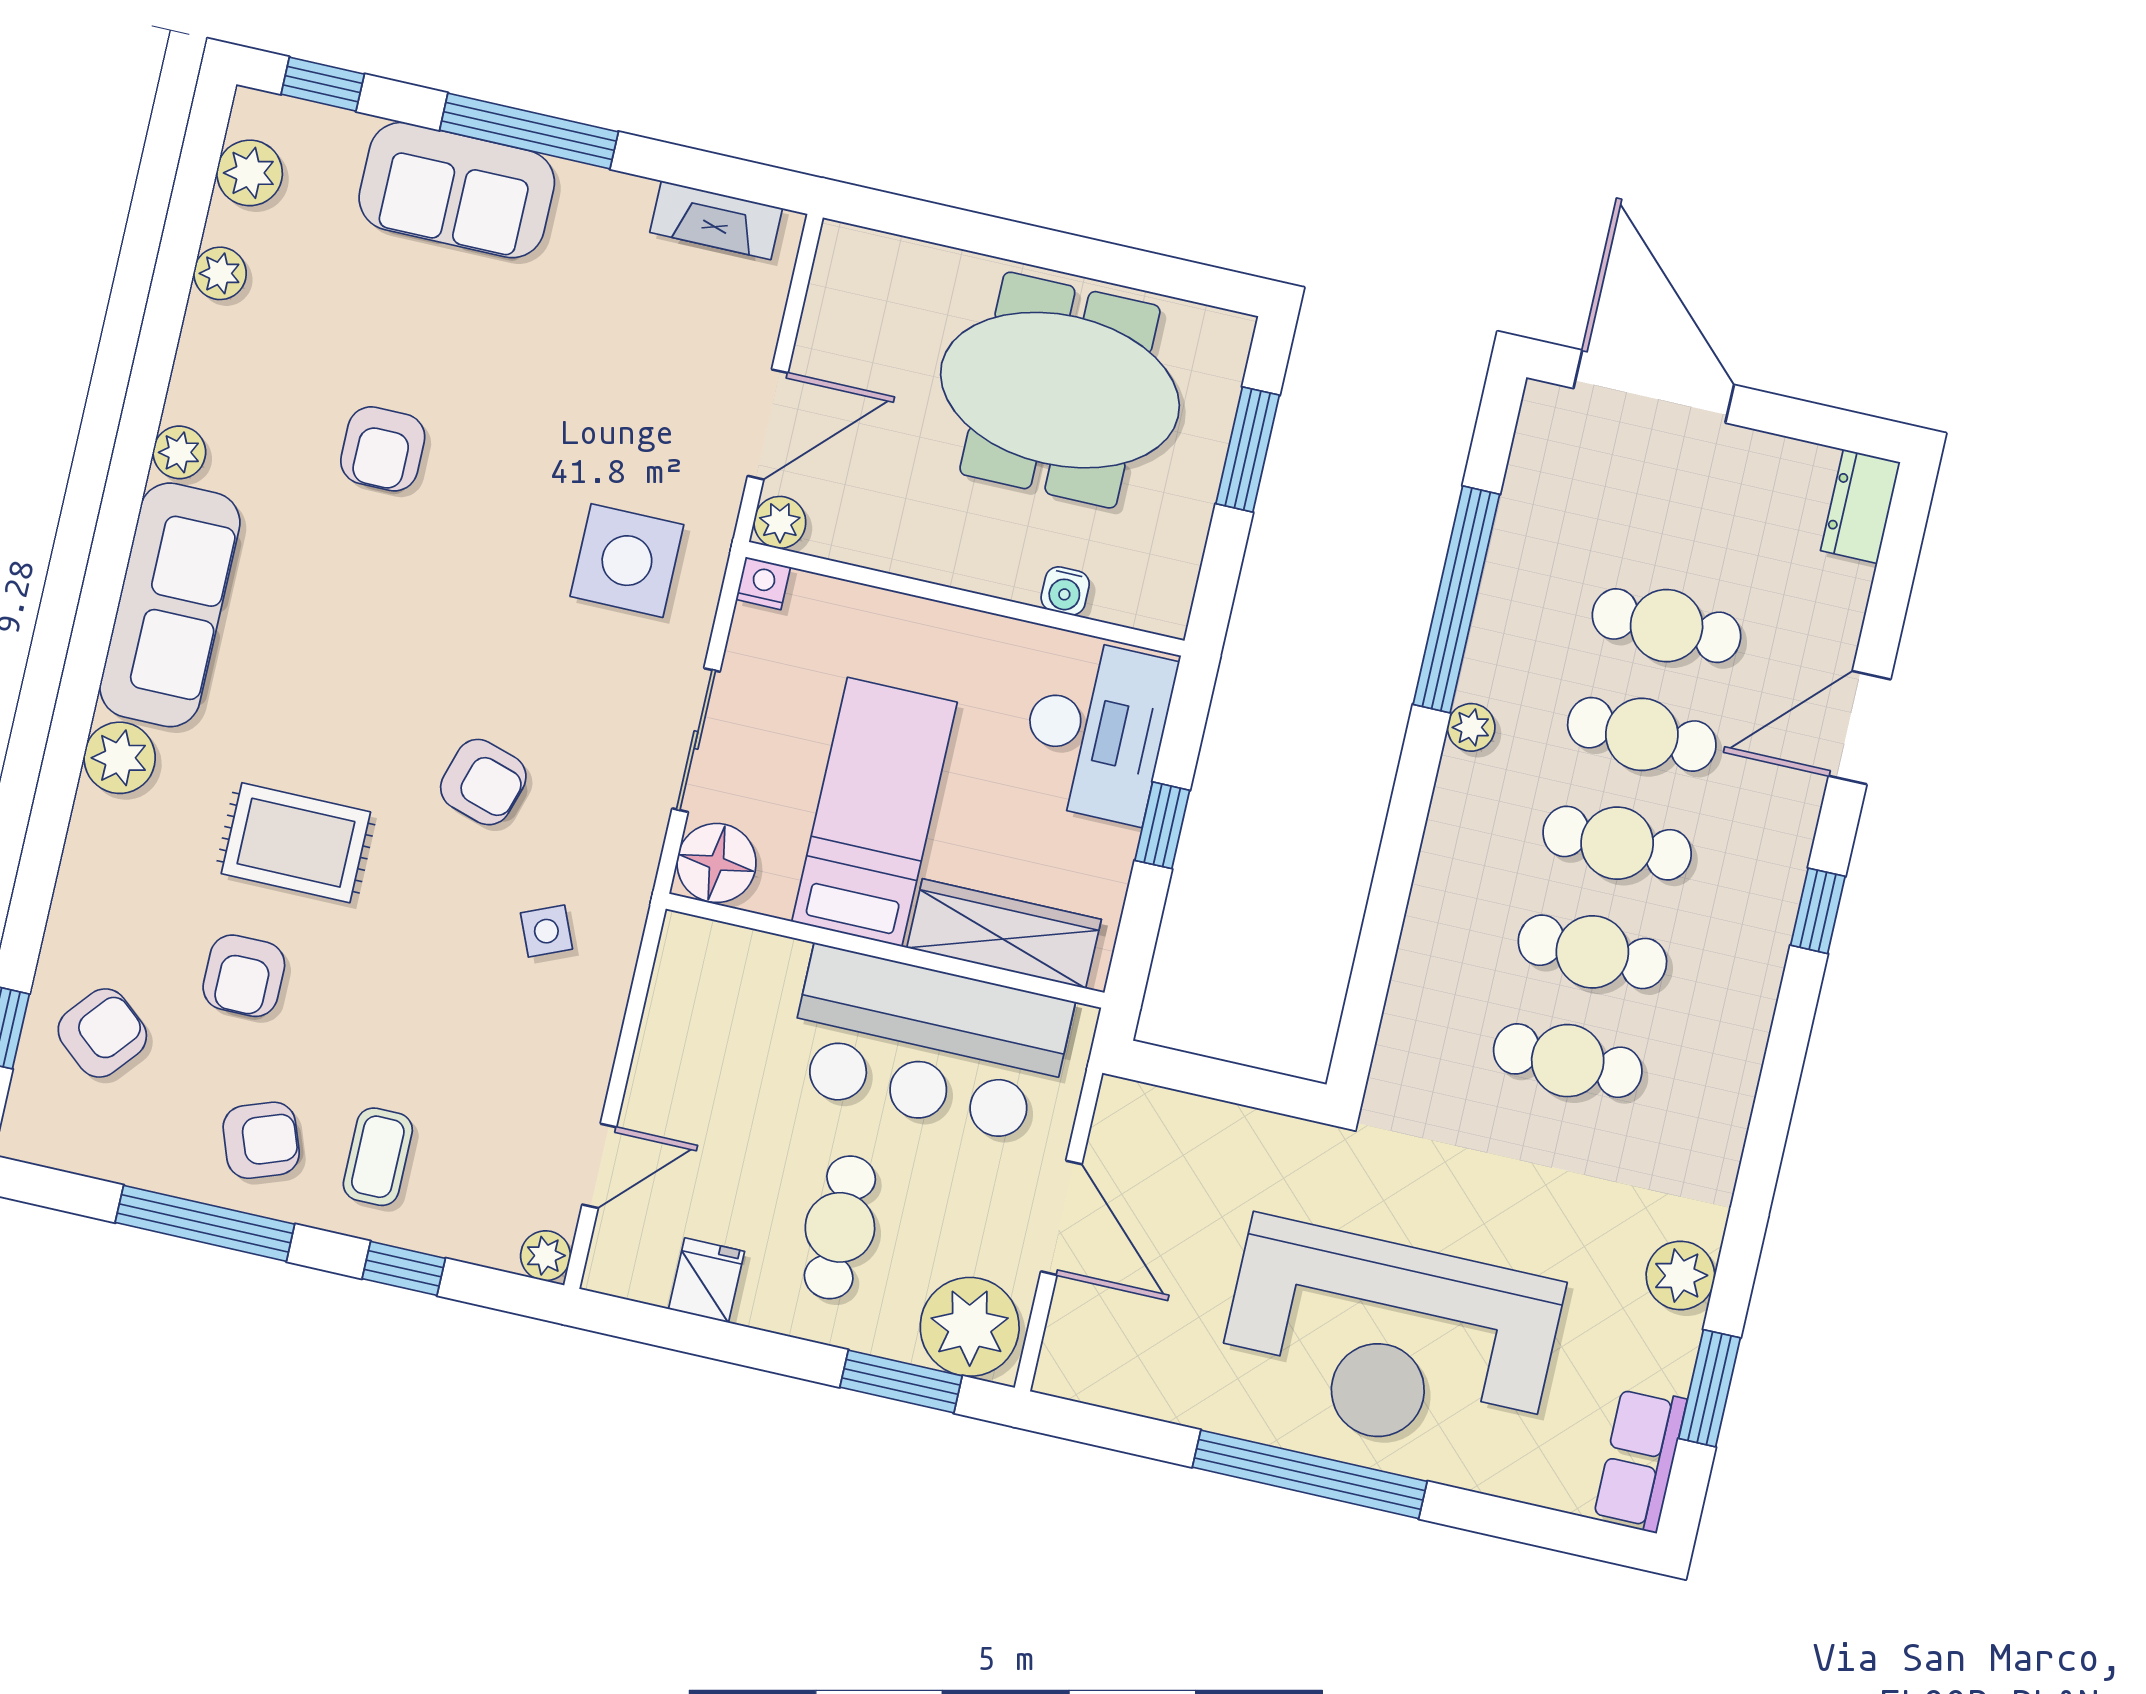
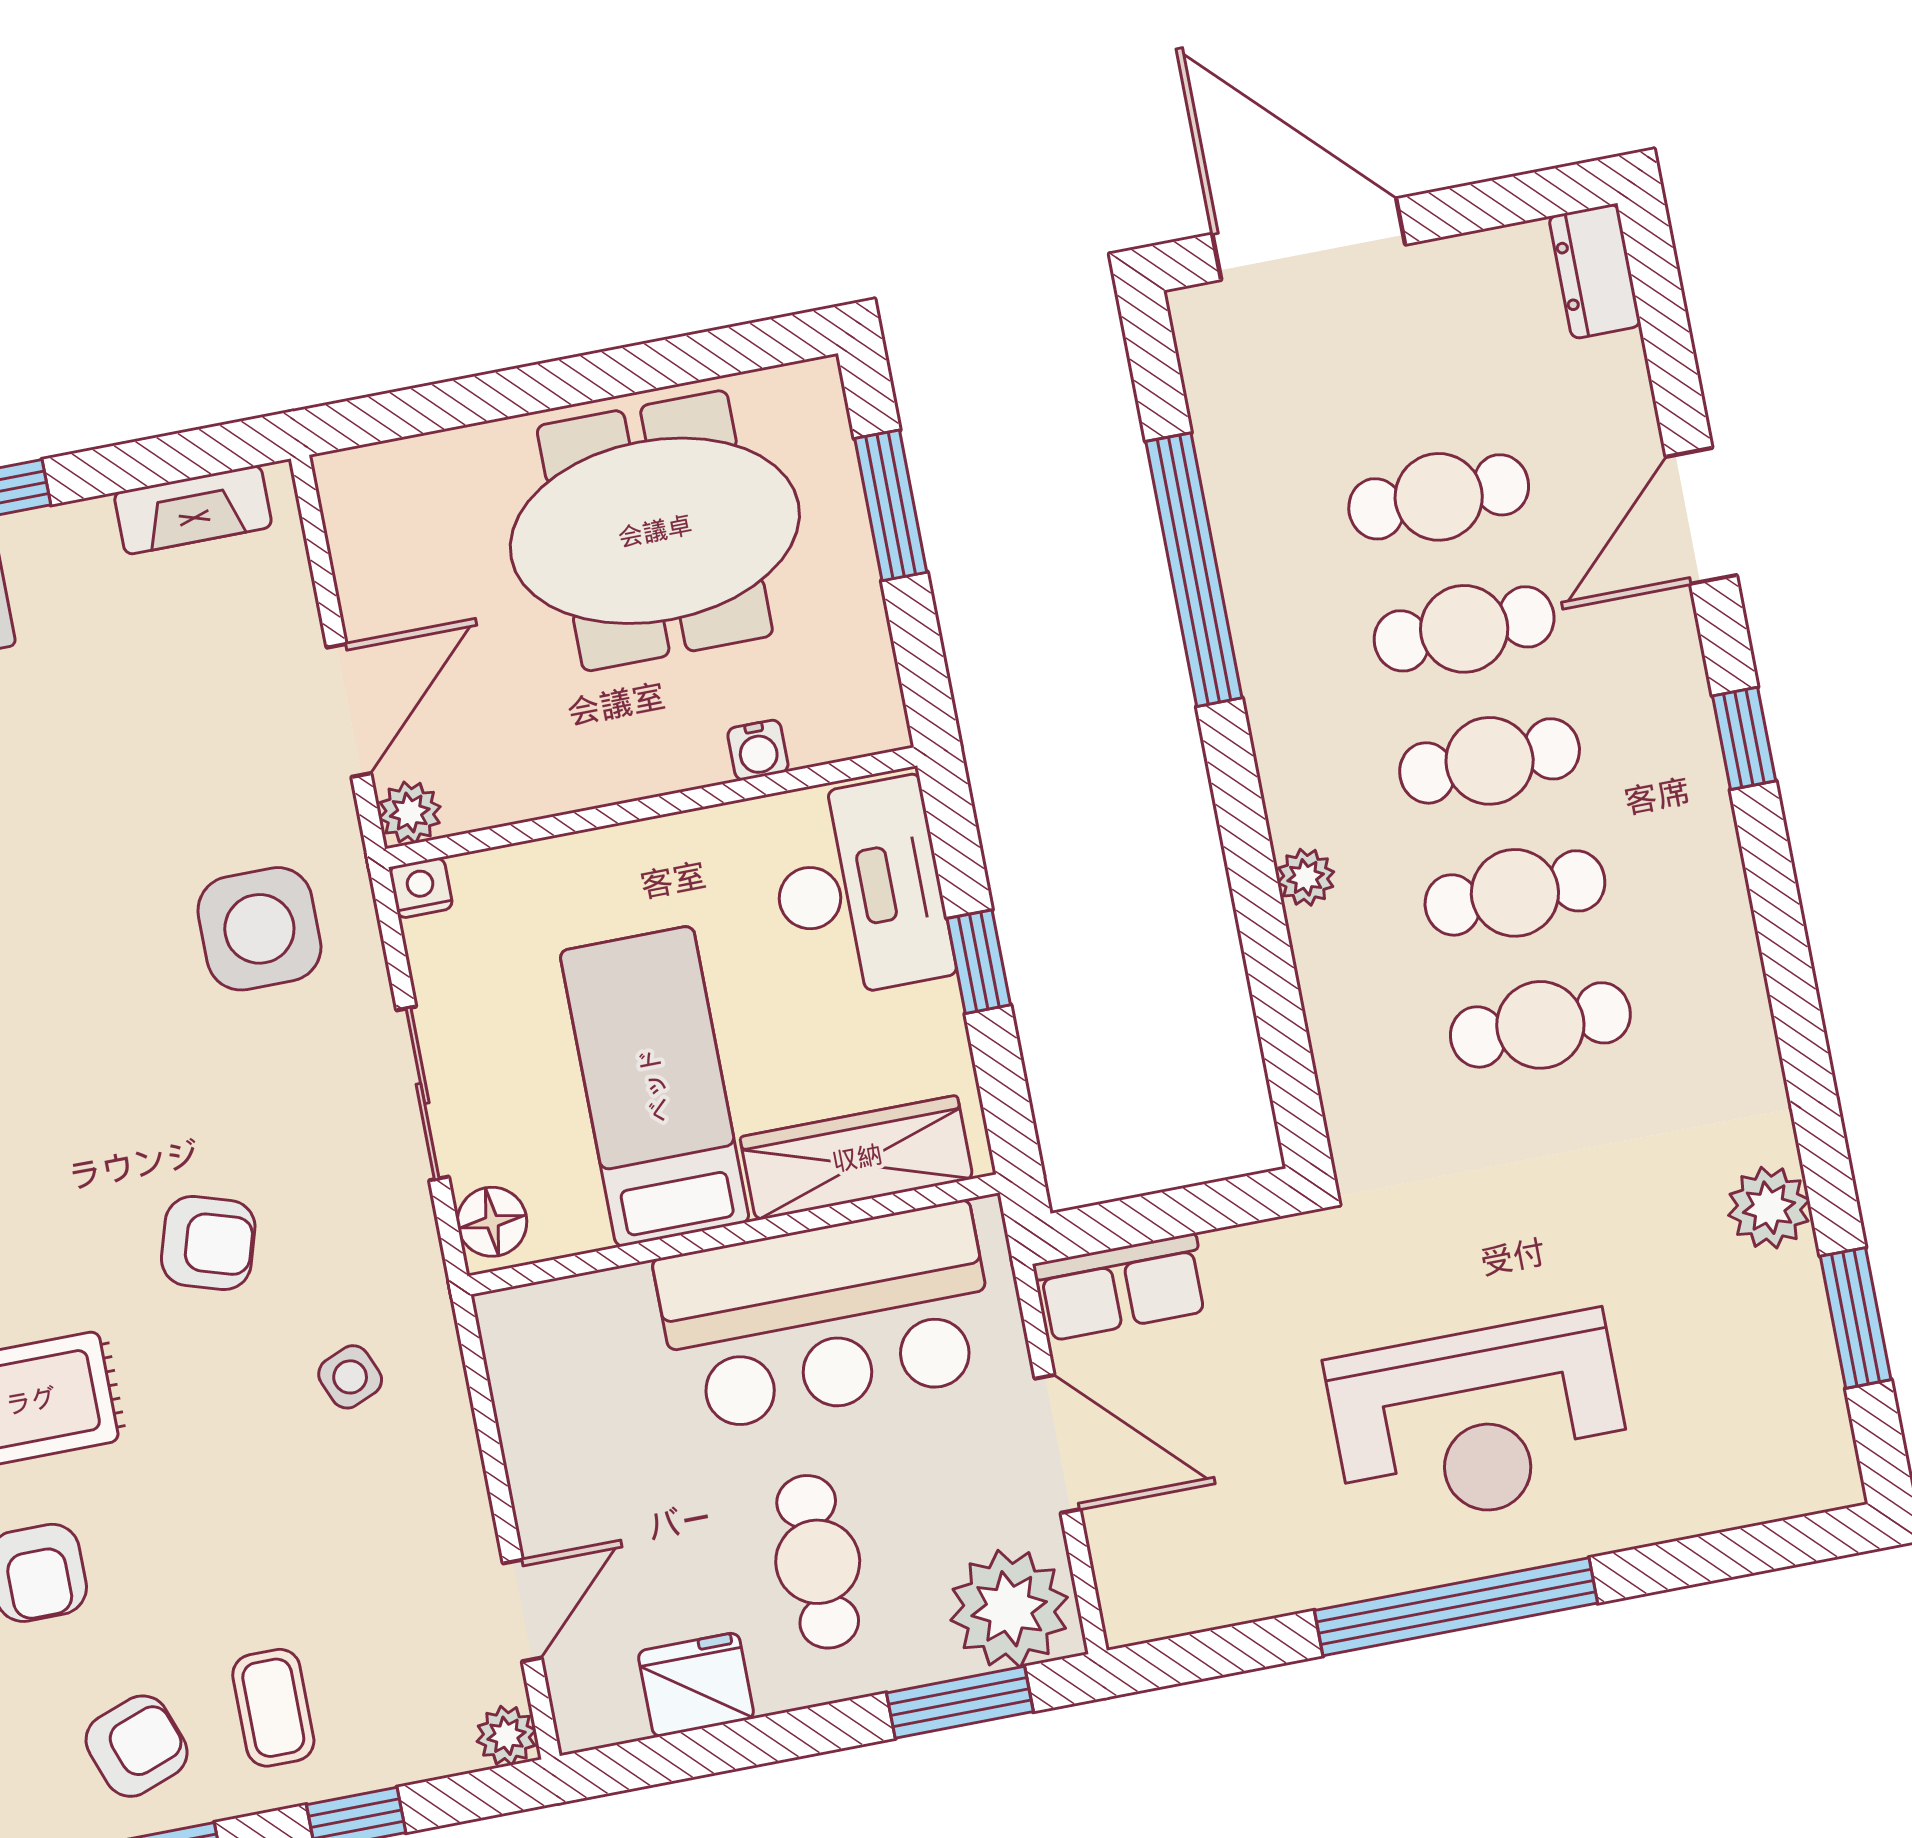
plant: (1471, 727) -> (1306, 877), moved
floor lamp: (716, 863) -> (492, 1222), width x0.73, depth x0.73
fridge: (707, 1280) -> (696, 1685), width x1.38
reception desk: (1389, 1341) -> (1479, 1421), width x0.74, depth x0.77
row of seats: (1640, 1459) -> (1121, 1287), moved, turned -90

